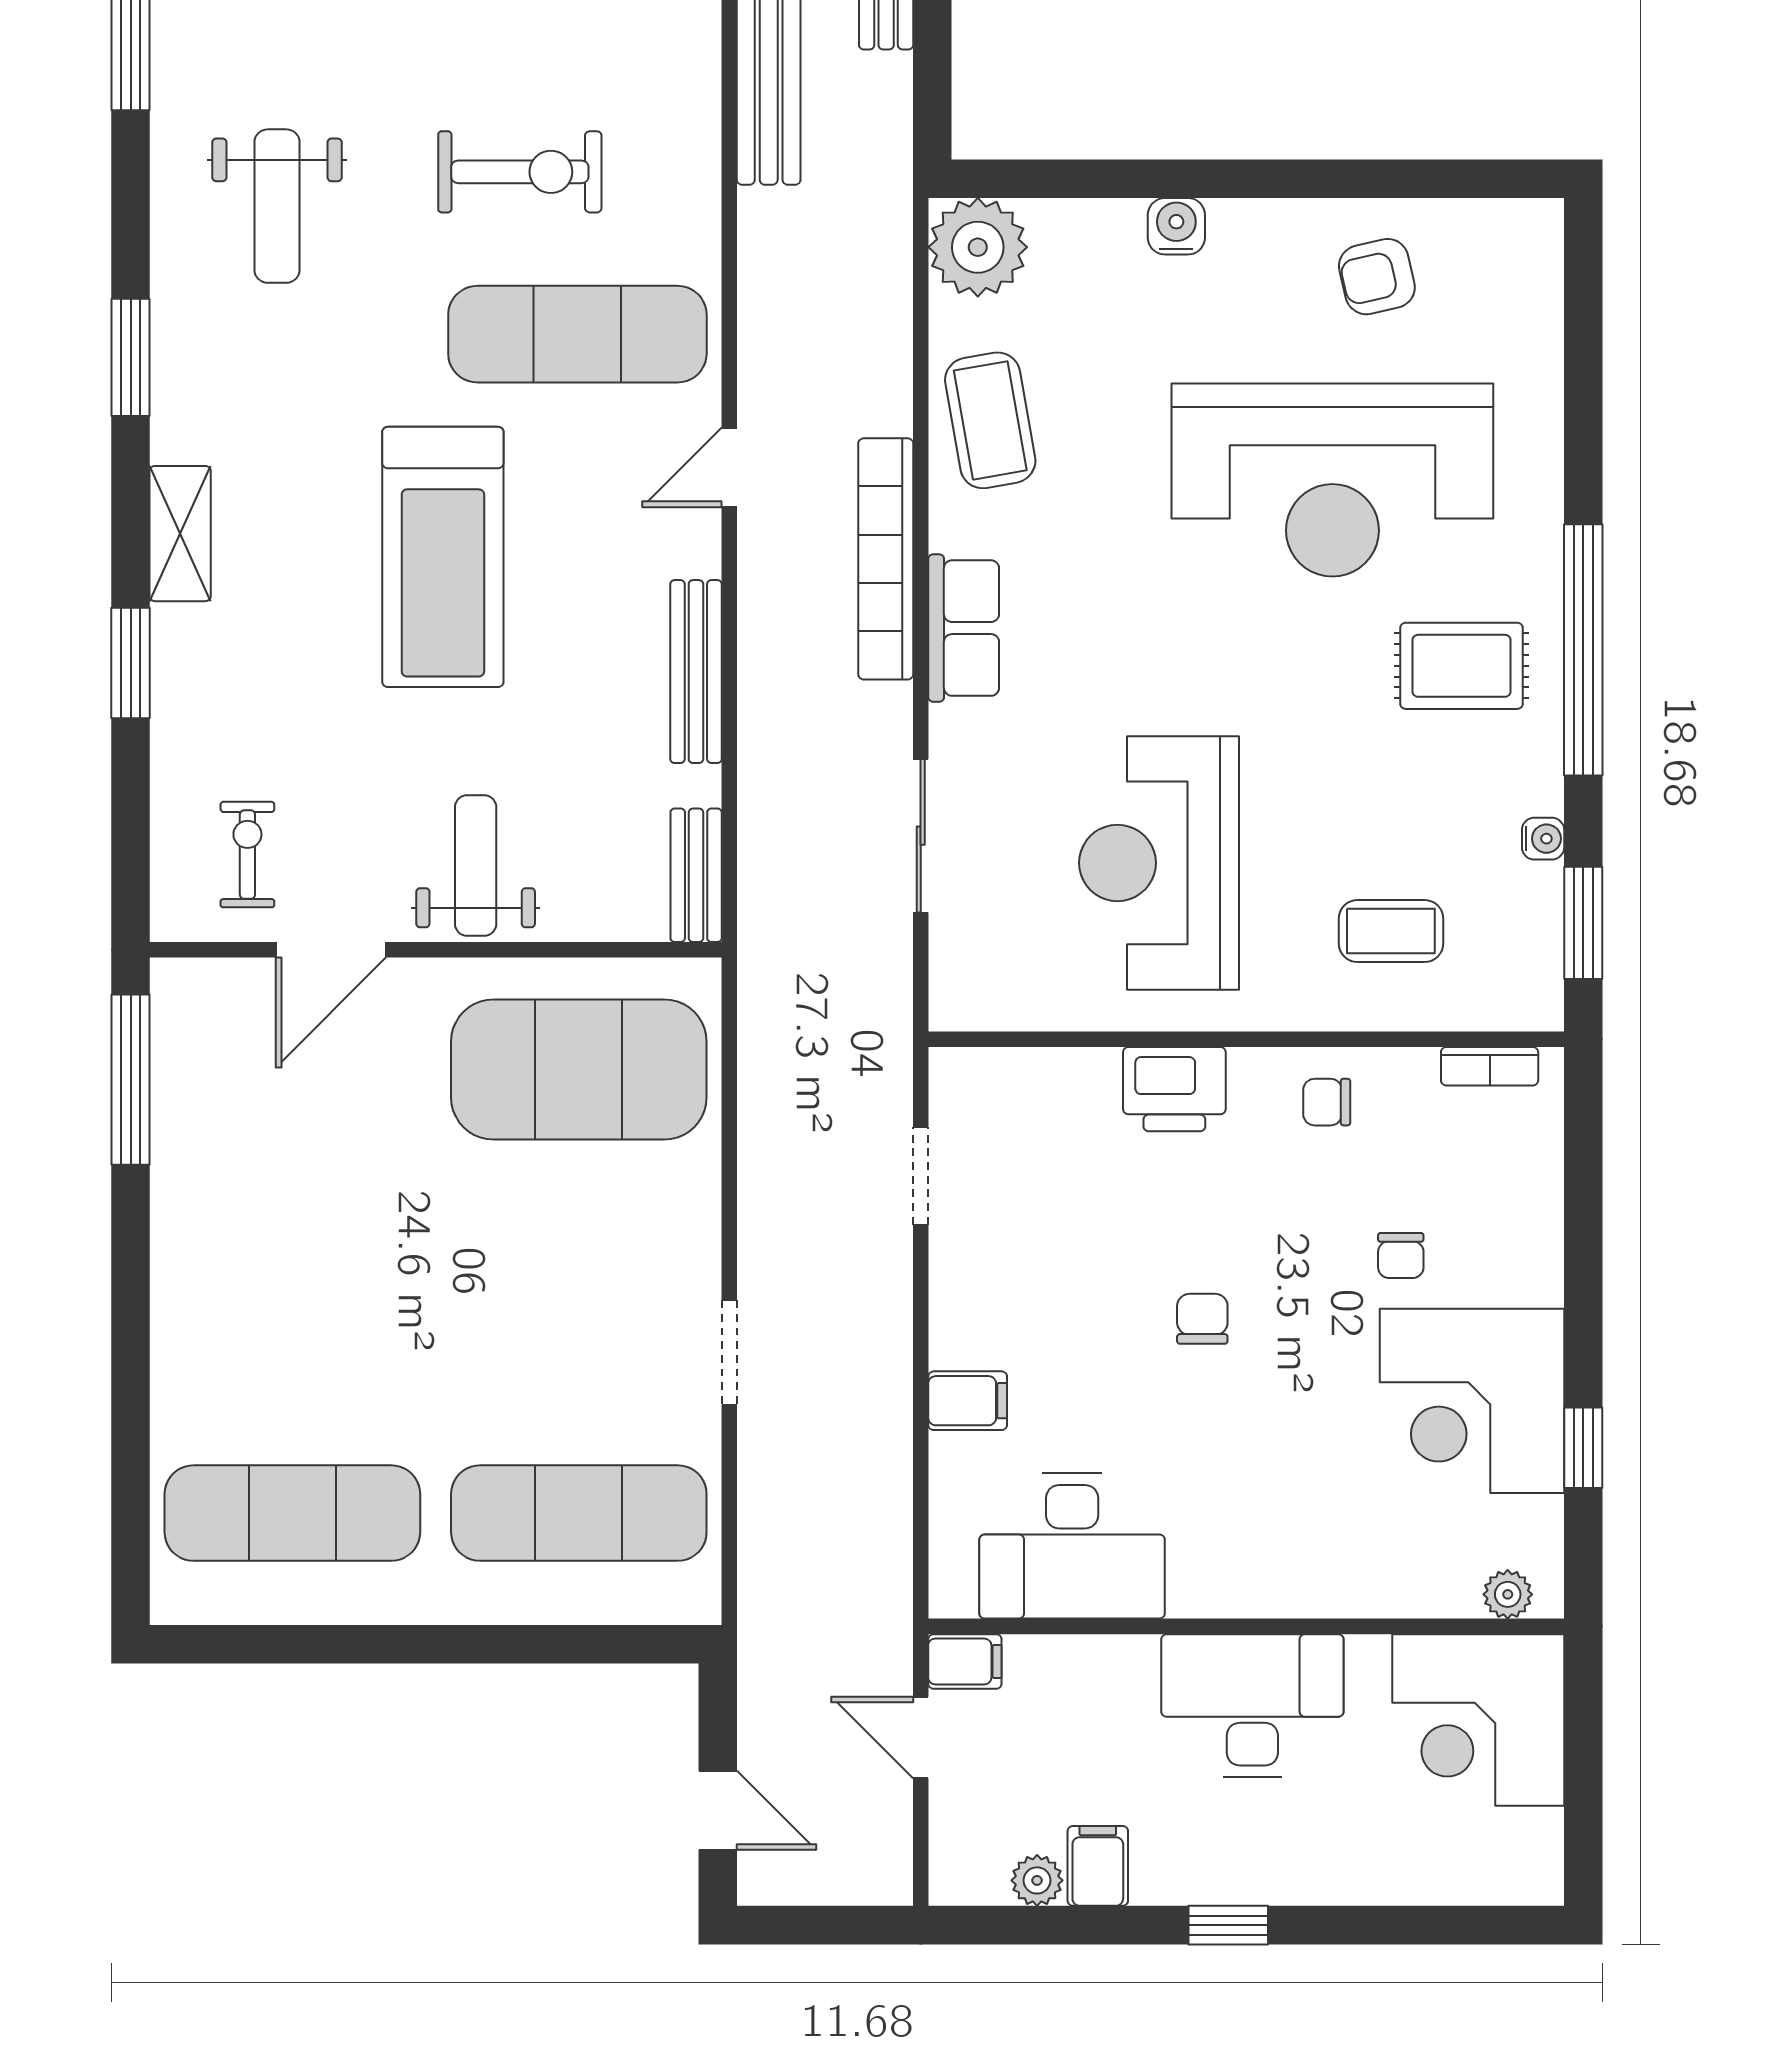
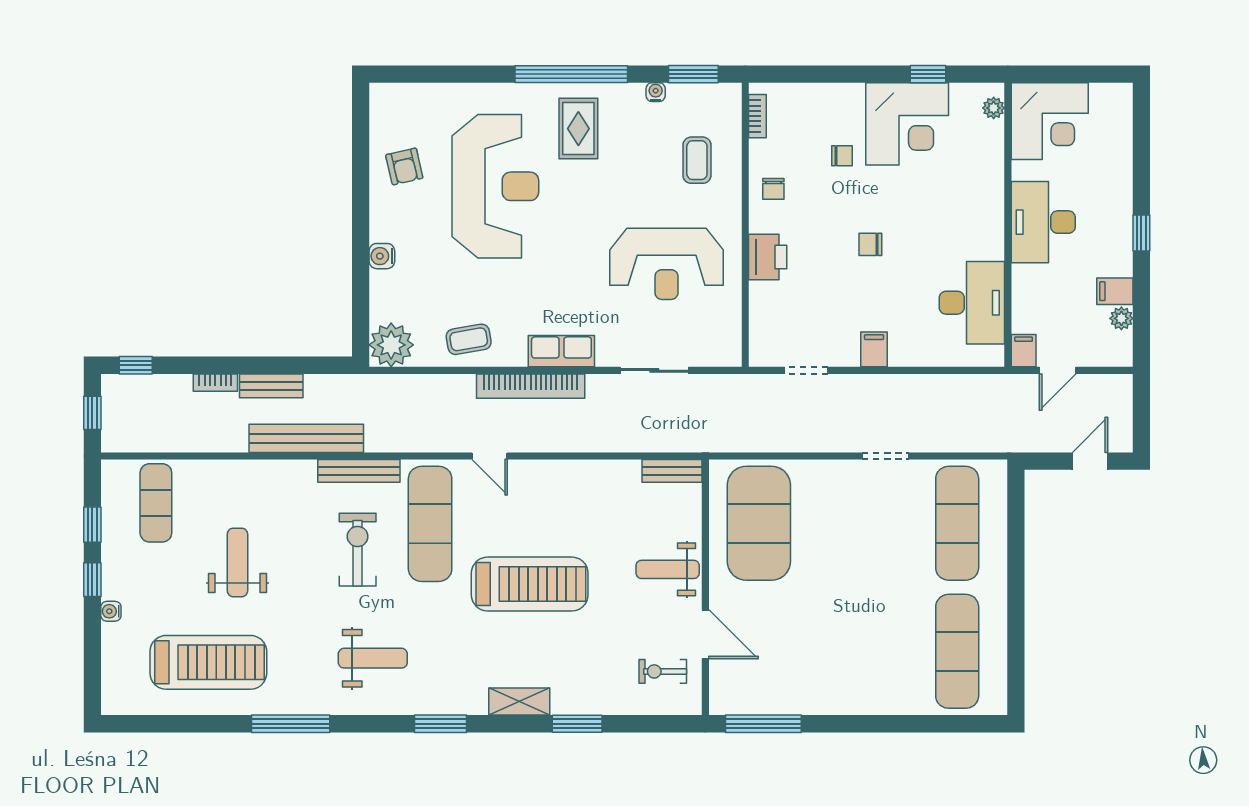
coffee table: (990, 420) -> (469, 339), width x0.73, depth x0.77
bench: (696, 672) -> (359, 471), moved
filing cabinet: (968, 1401) -> (874, 349), moved

